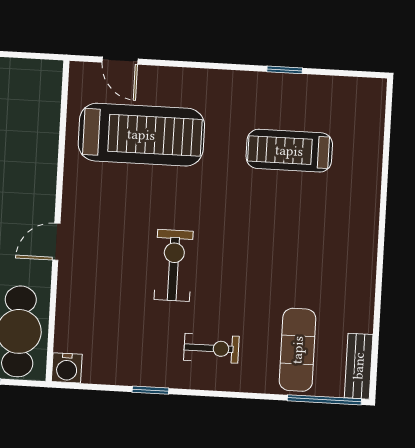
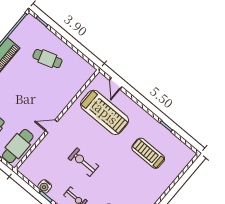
exercise bike: (174, 265) -> (83, 162), turned -90
water cooler: (67, 368) -> (45, 186), moved

